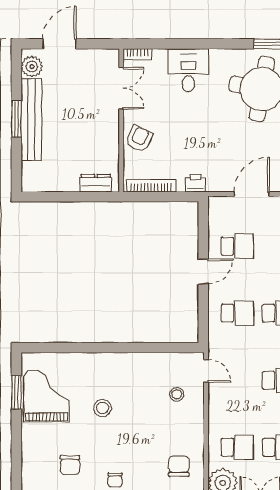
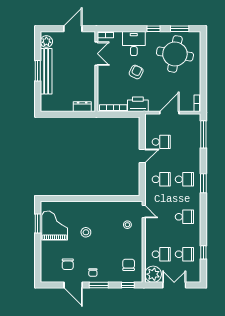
door: (59, 44) -> (73, 29), moved
window: (224, 44) -> (154, 29), added
armchair: (139, 139) -> (136, 72), moved
printer: (195, 183) -> (138, 104), width x1.87, depth x1.48

